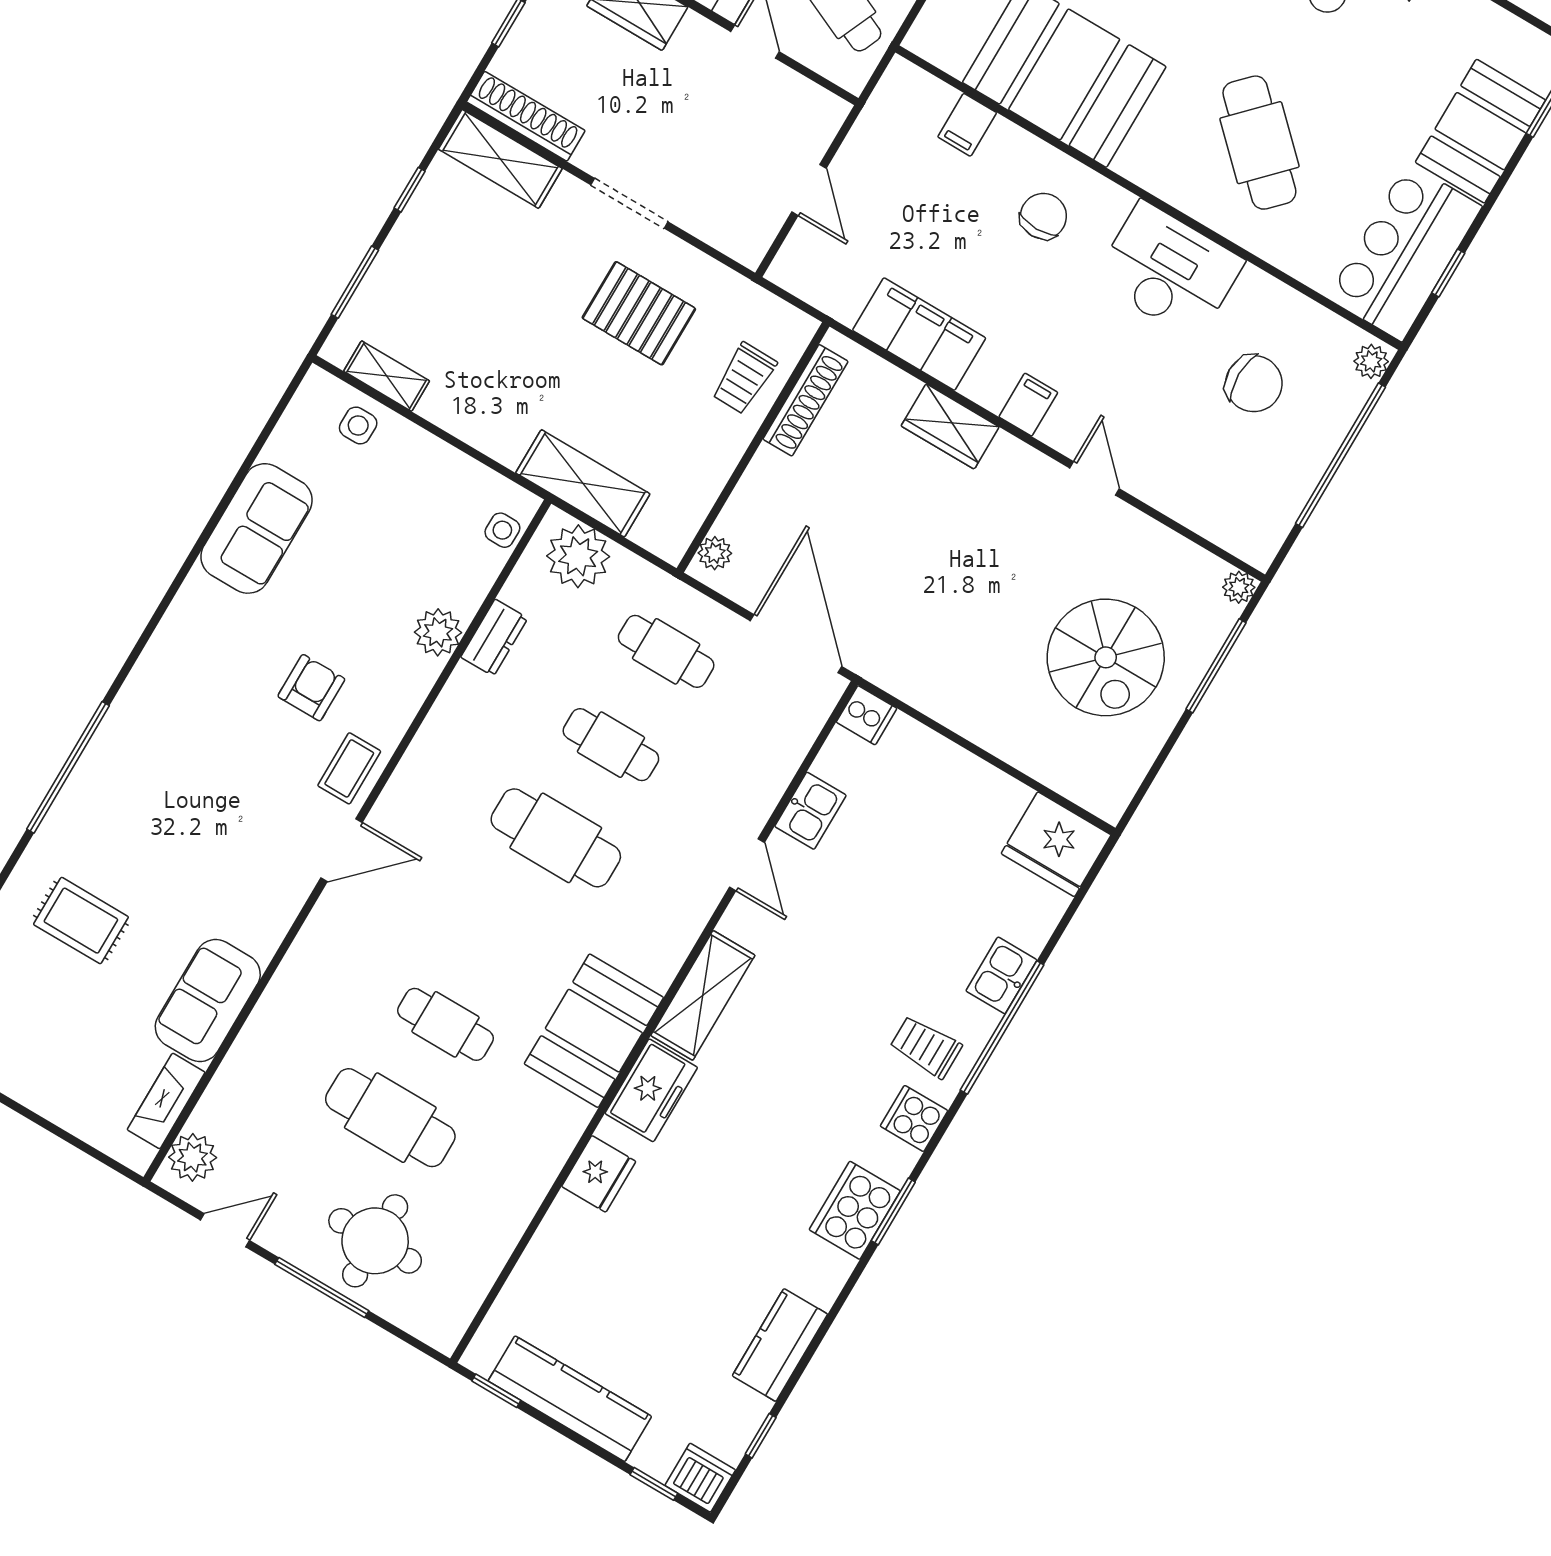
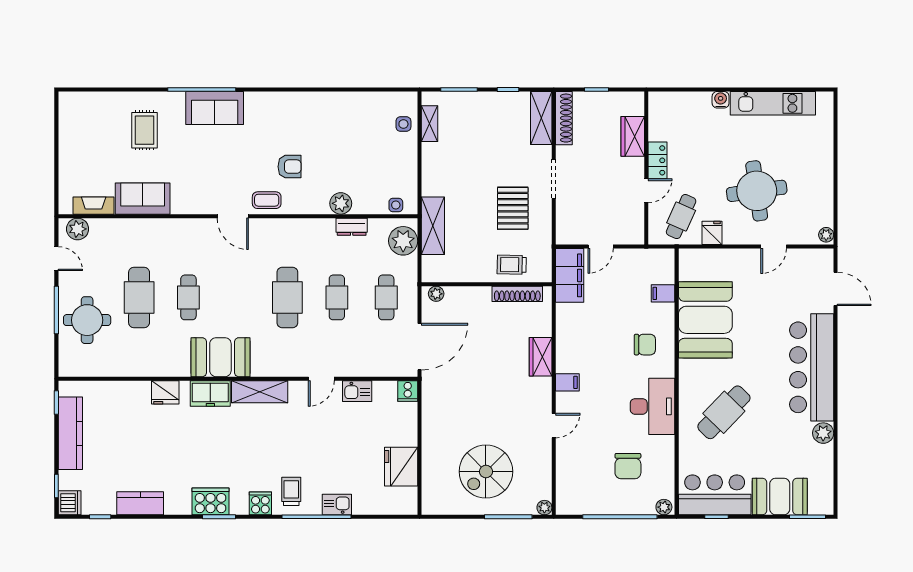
filing cabinet: (919, 334) -> (570, 275), moved
sofa: (256, 528) -> (215, 108), moved
fridge: (1056, 844) -> (401, 467), moved

